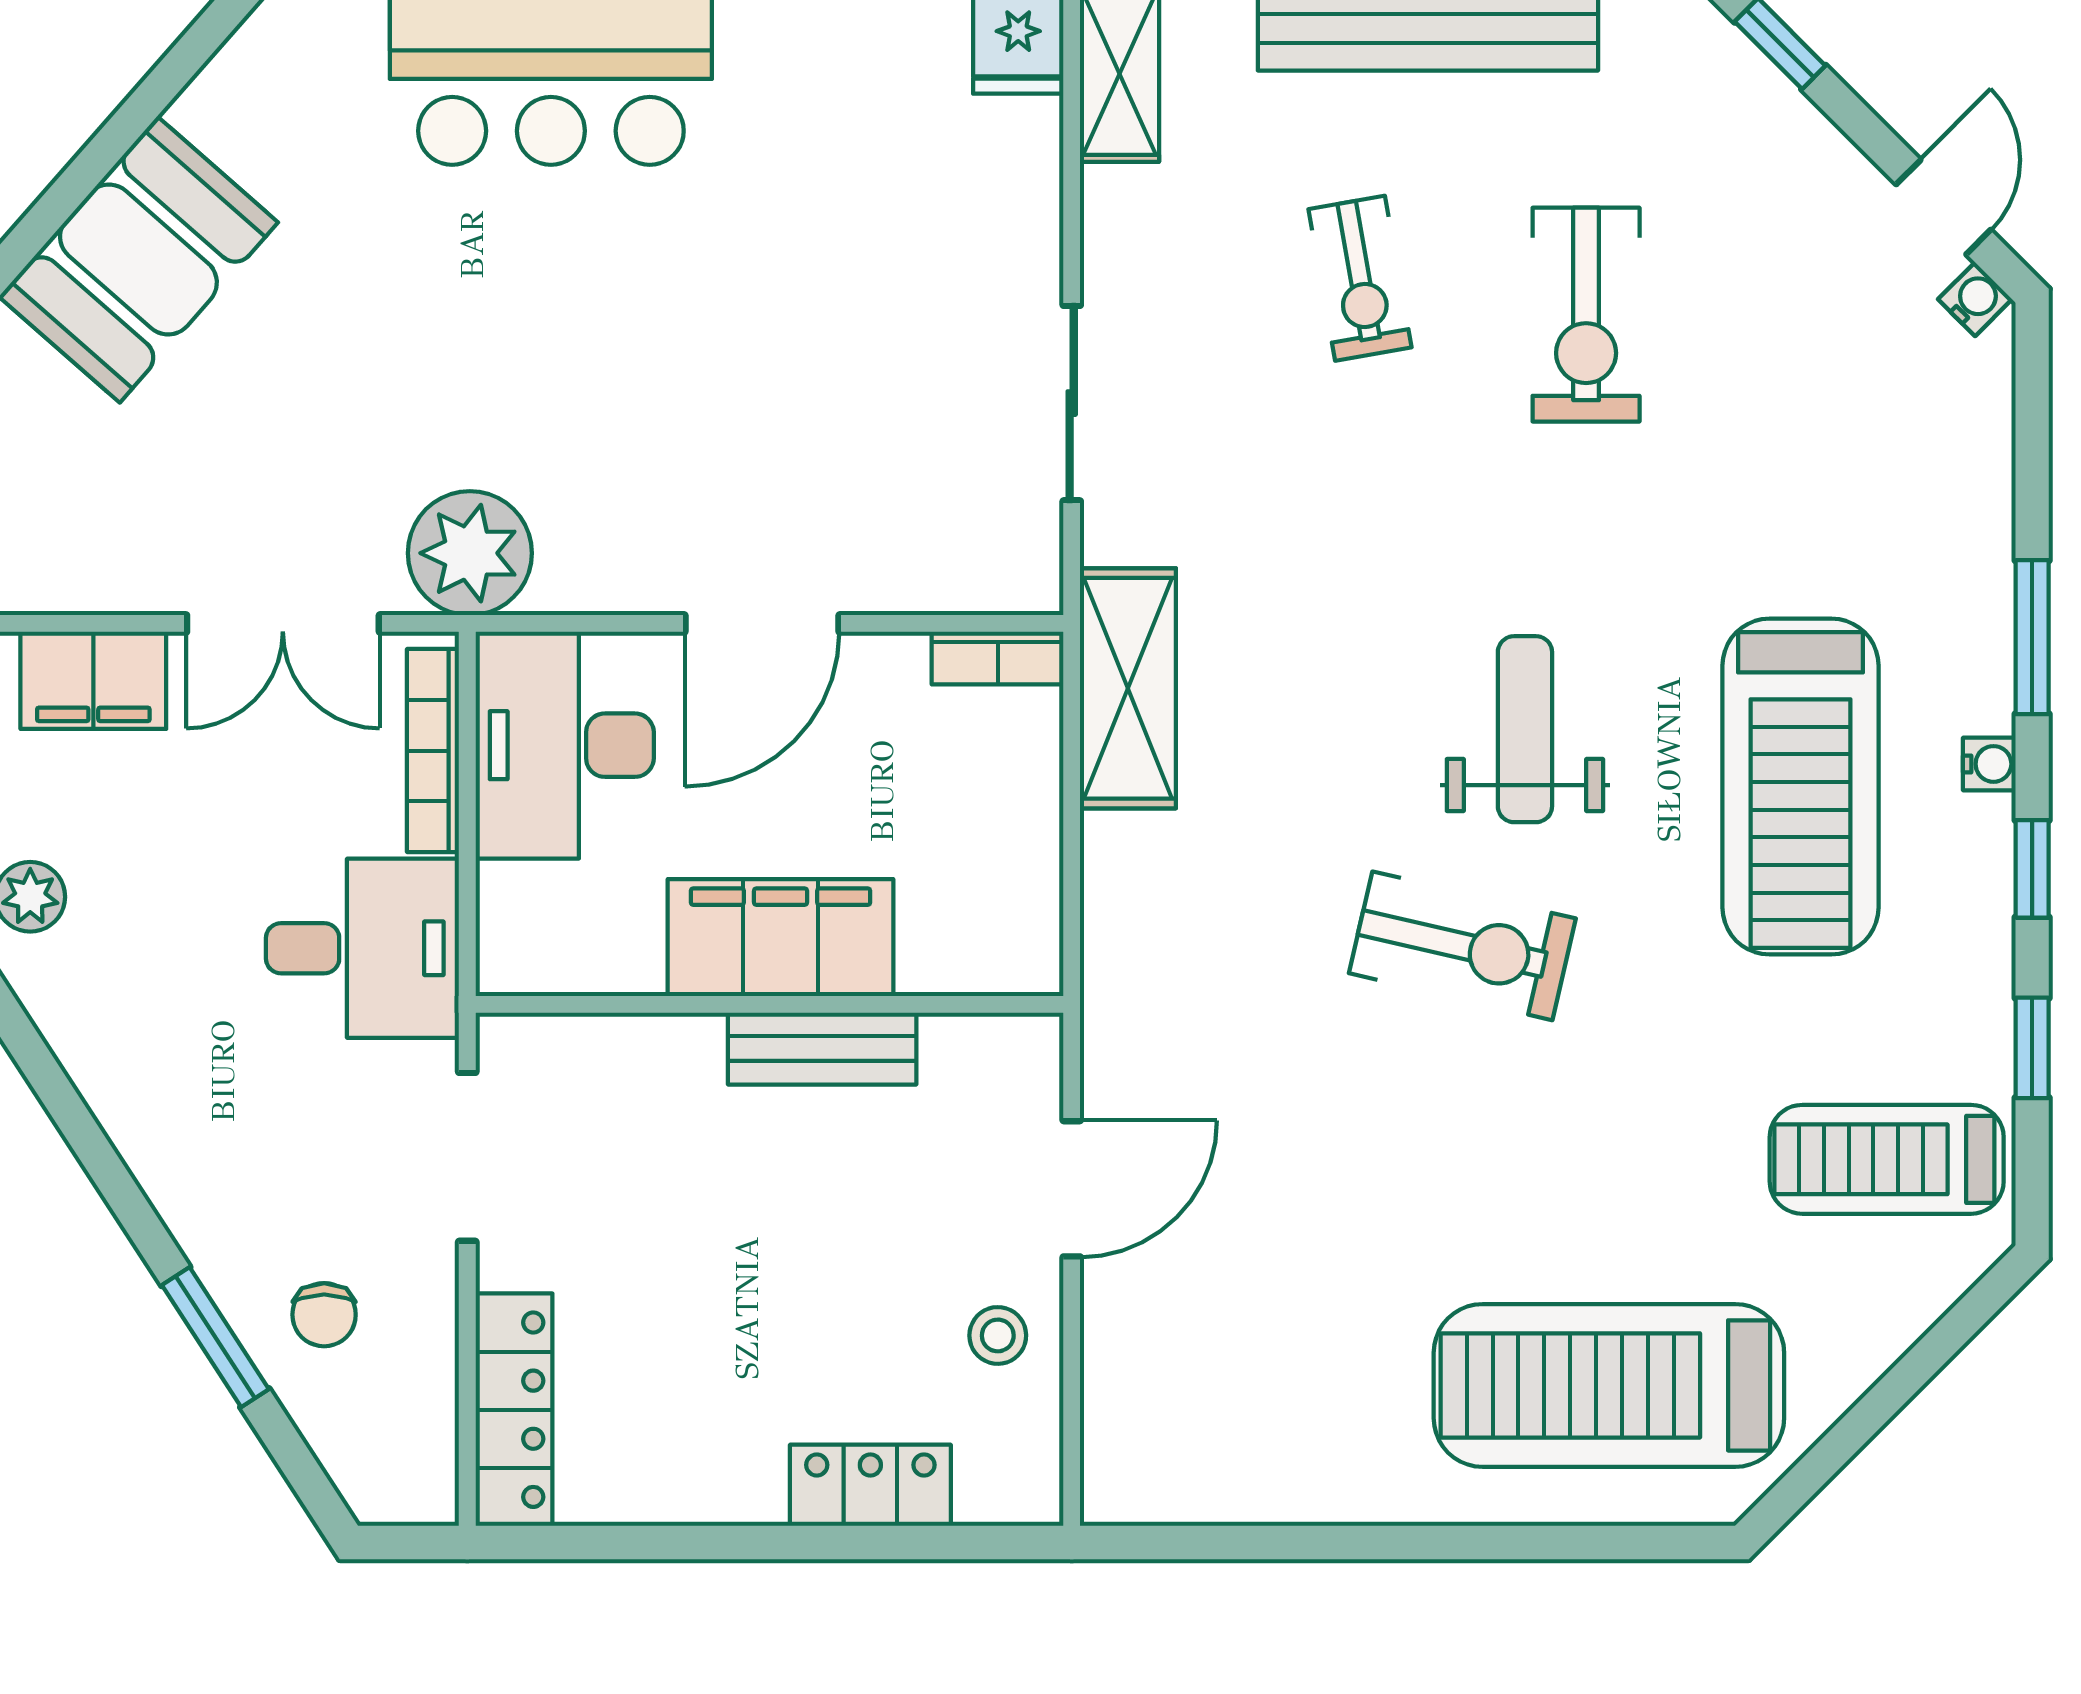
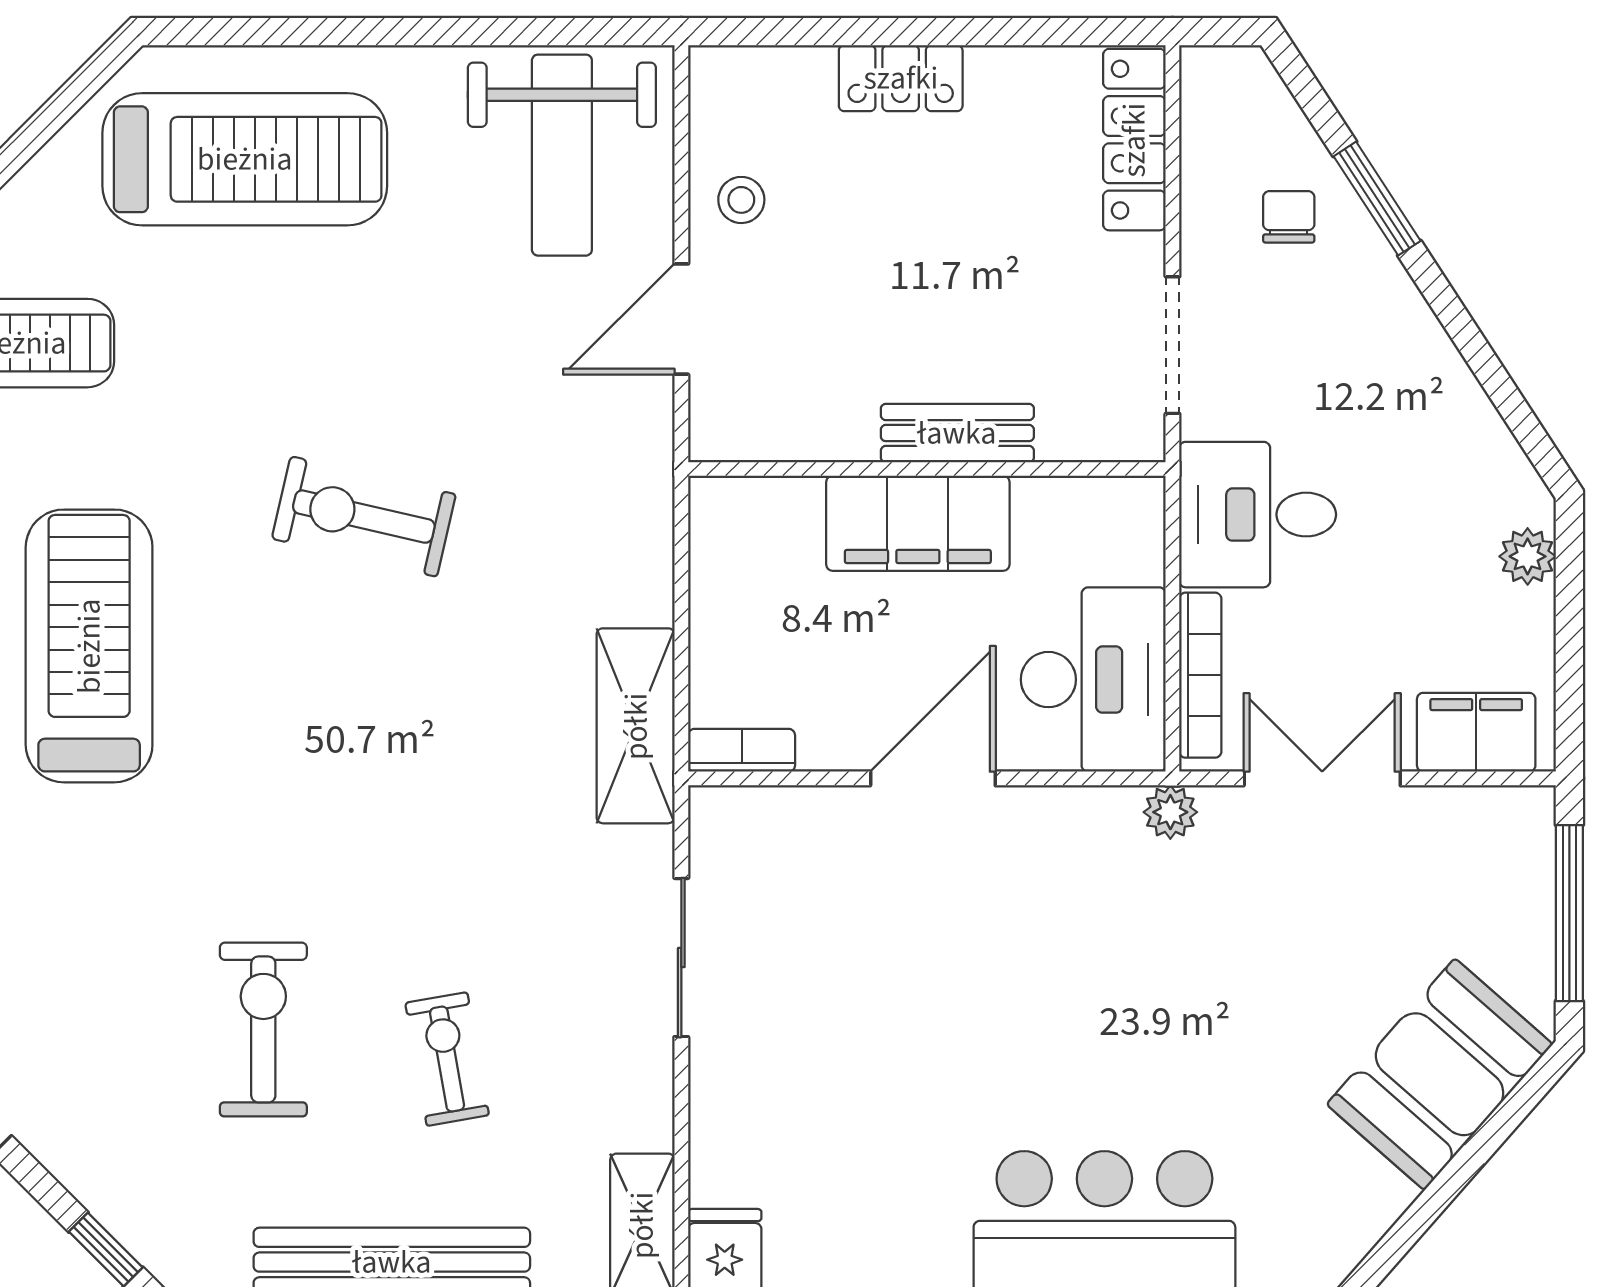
plant: (470, 553) -> (1170, 812), width x0.53, depth x0.53
weight bench: (1525, 729) -> (562, 155), moved, width x1.36, depth x1.33
bench: (822, 1049) -> (957, 433), moved
locker: (870, 1485) -> (901, 78), moved

